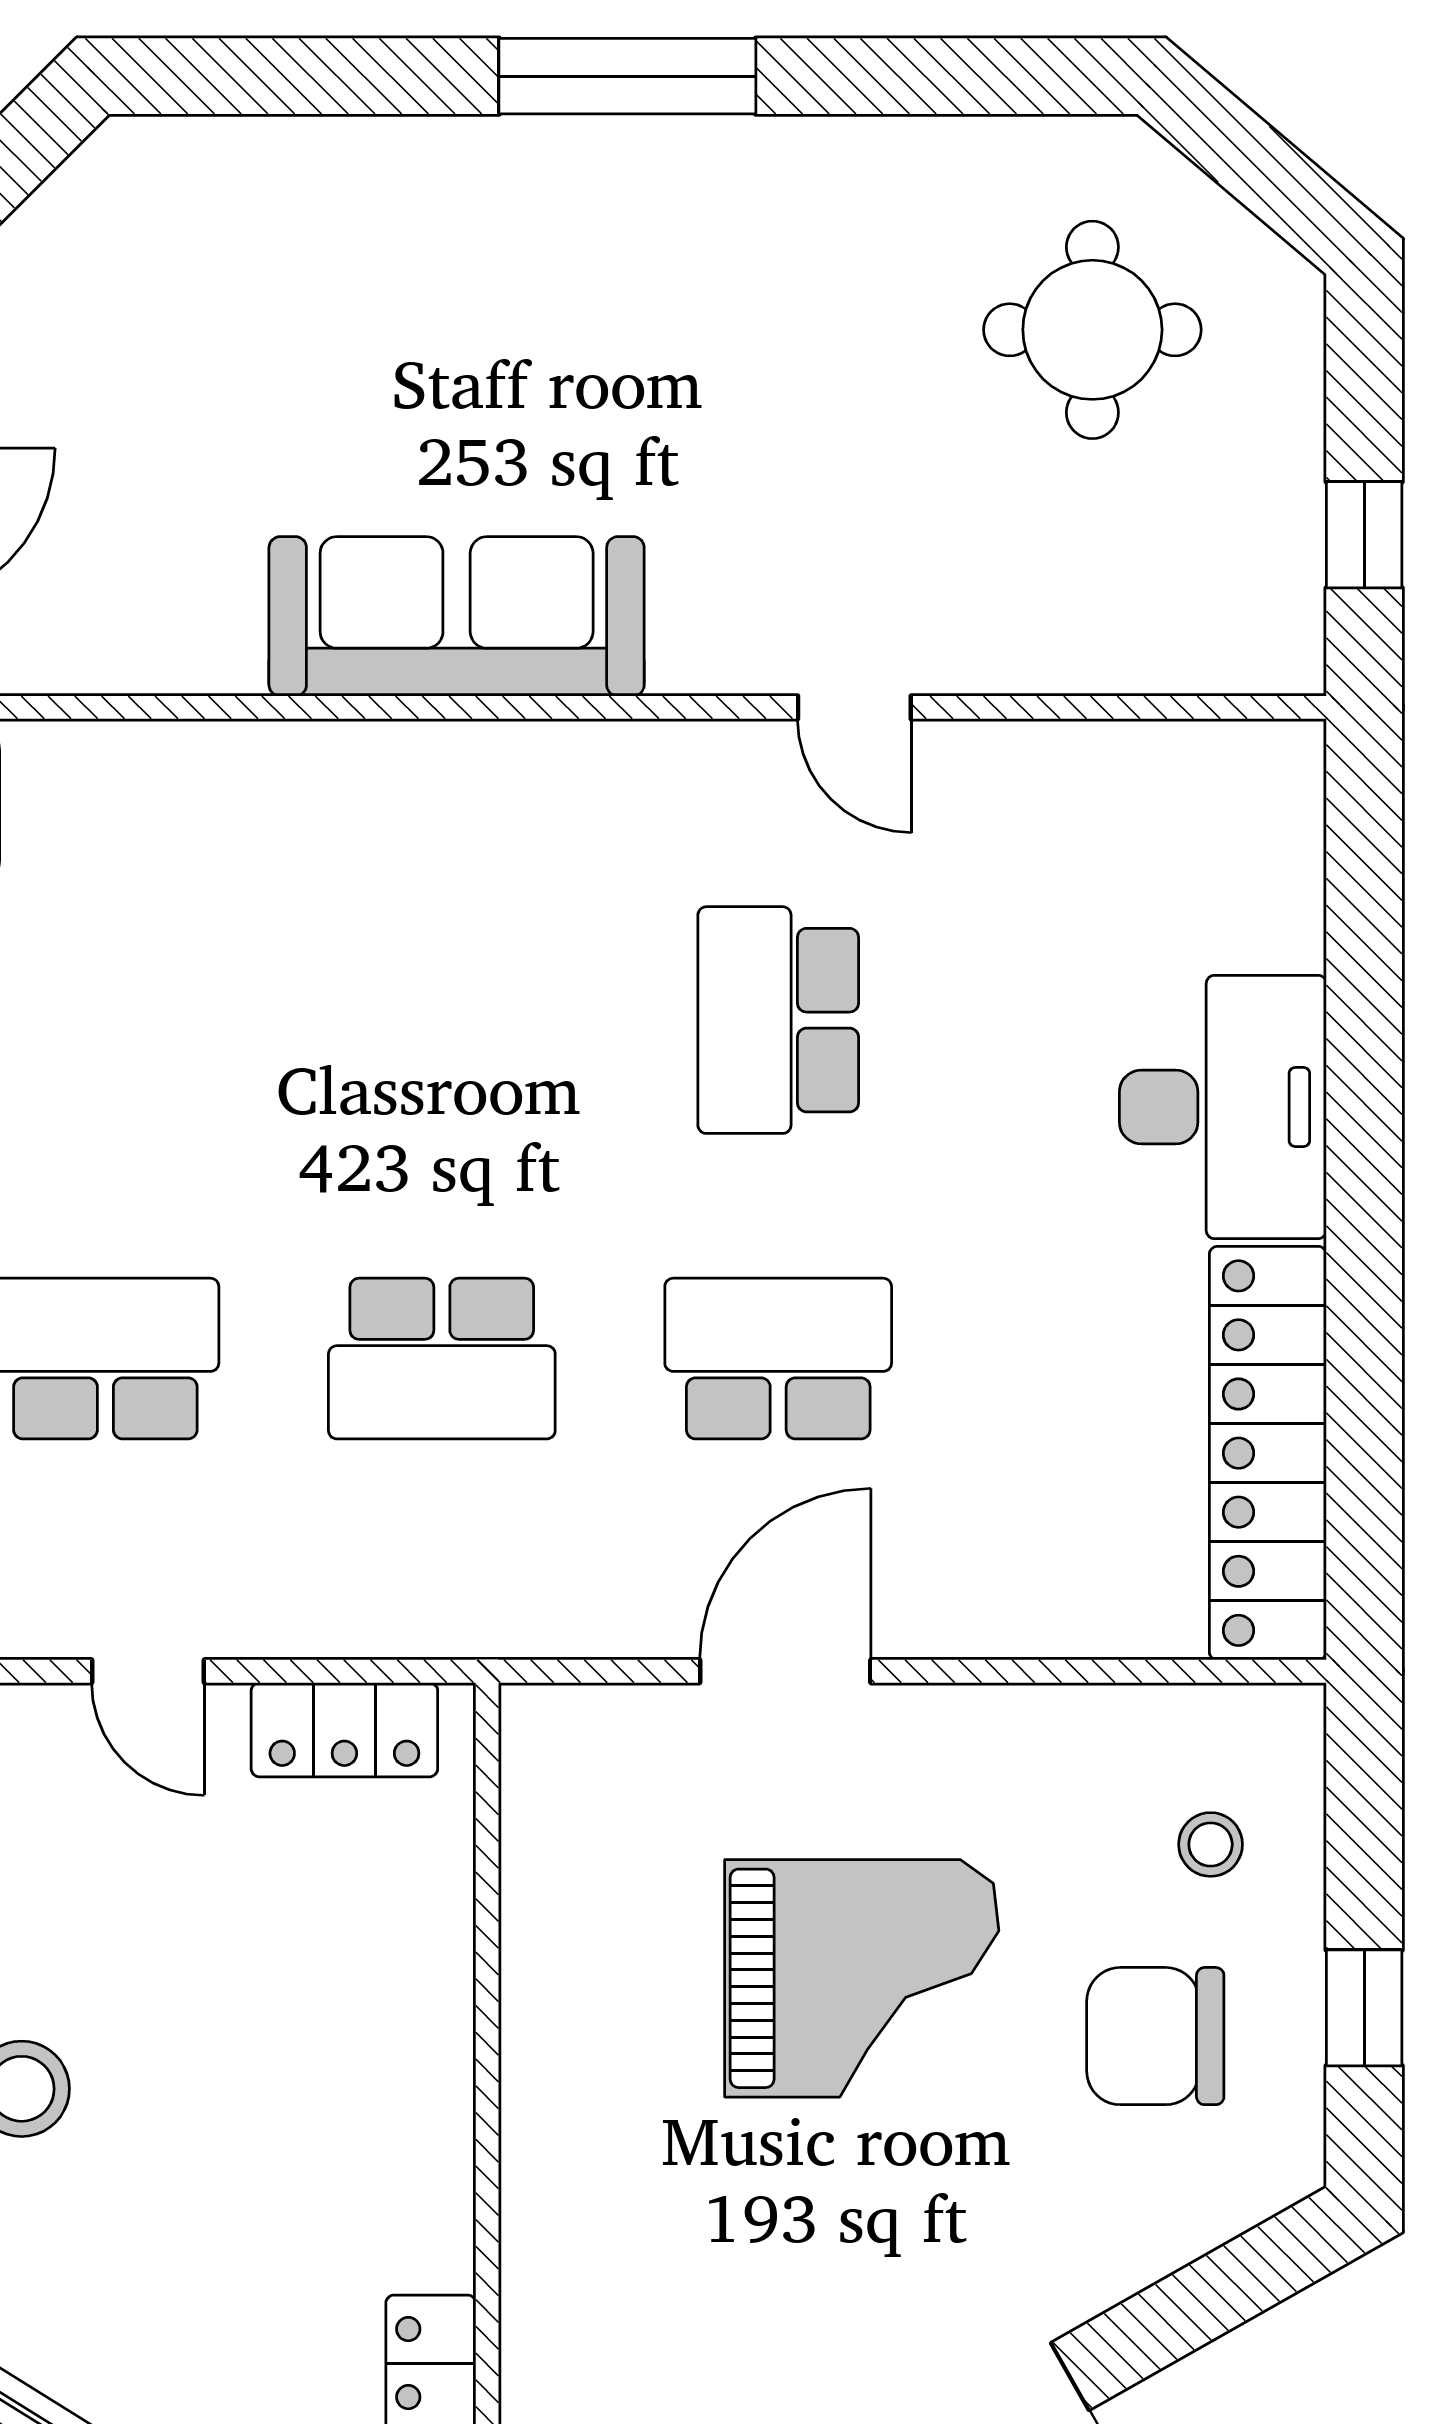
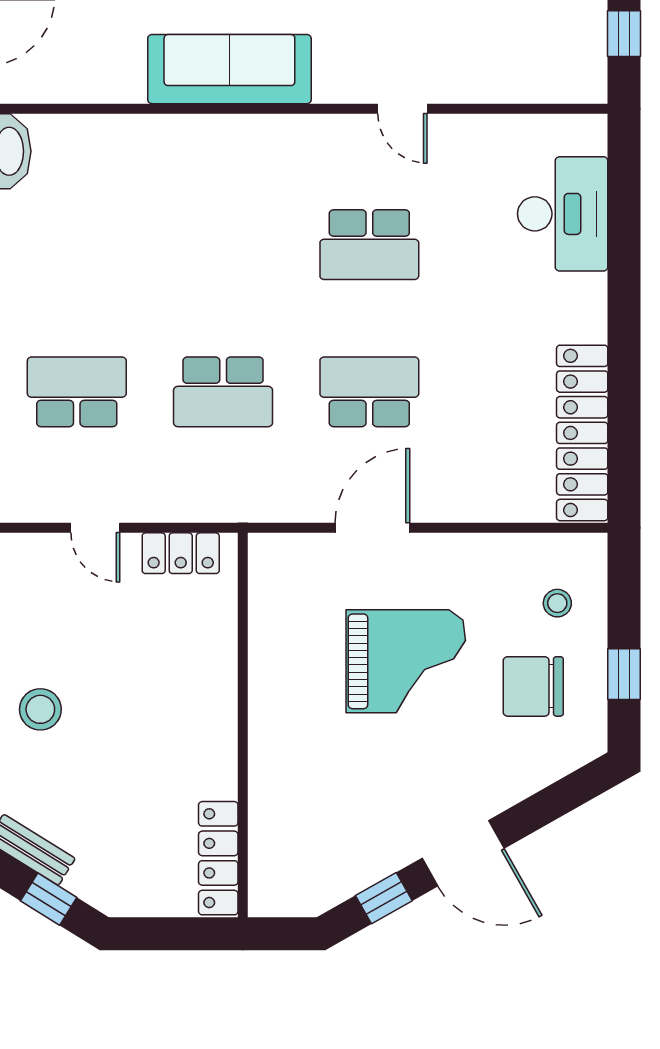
school desk: (778, 1020) -> (369, 245), turned -90
desk: (1223, 1107) -> (563, 214), moved

